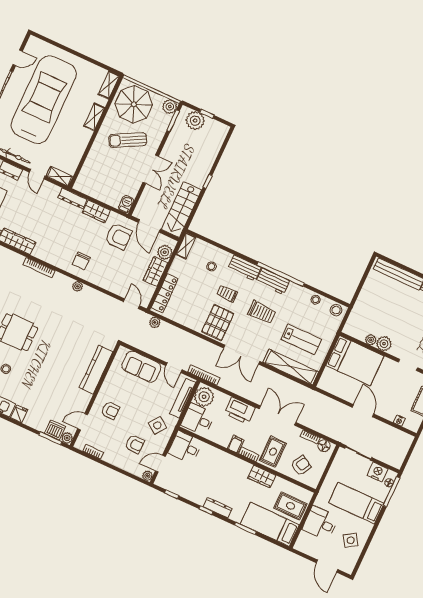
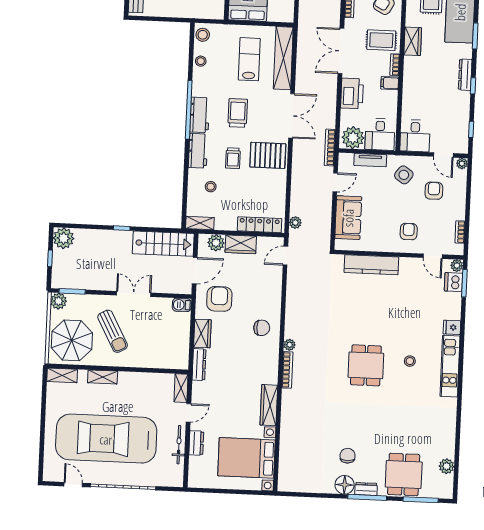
plant: (195, 121) -> (64, 238), moved
plant: (77, 286) -> (290, 345), moved
tv unit: (183, 398) -> (370, 160), width x0.71

